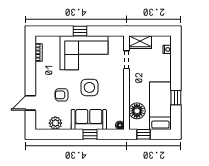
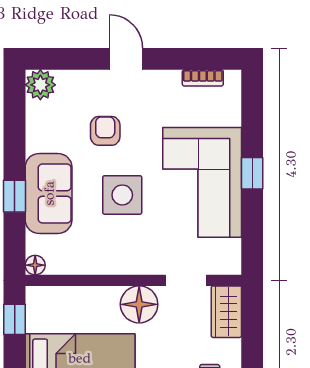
door: (30, 103) -> (126, 59), moved
floor lamp: (137, 111) -> (139, 304), moved
plant: (55, 123) -> (40, 85), moved

